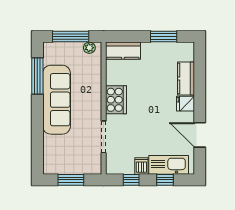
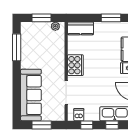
window: (71, 36) -> (42, 18), width x0.69
sofa: (57, 100) -> (31, 95), moved
dishwasher: (141, 166) -> (79, 115), moved

